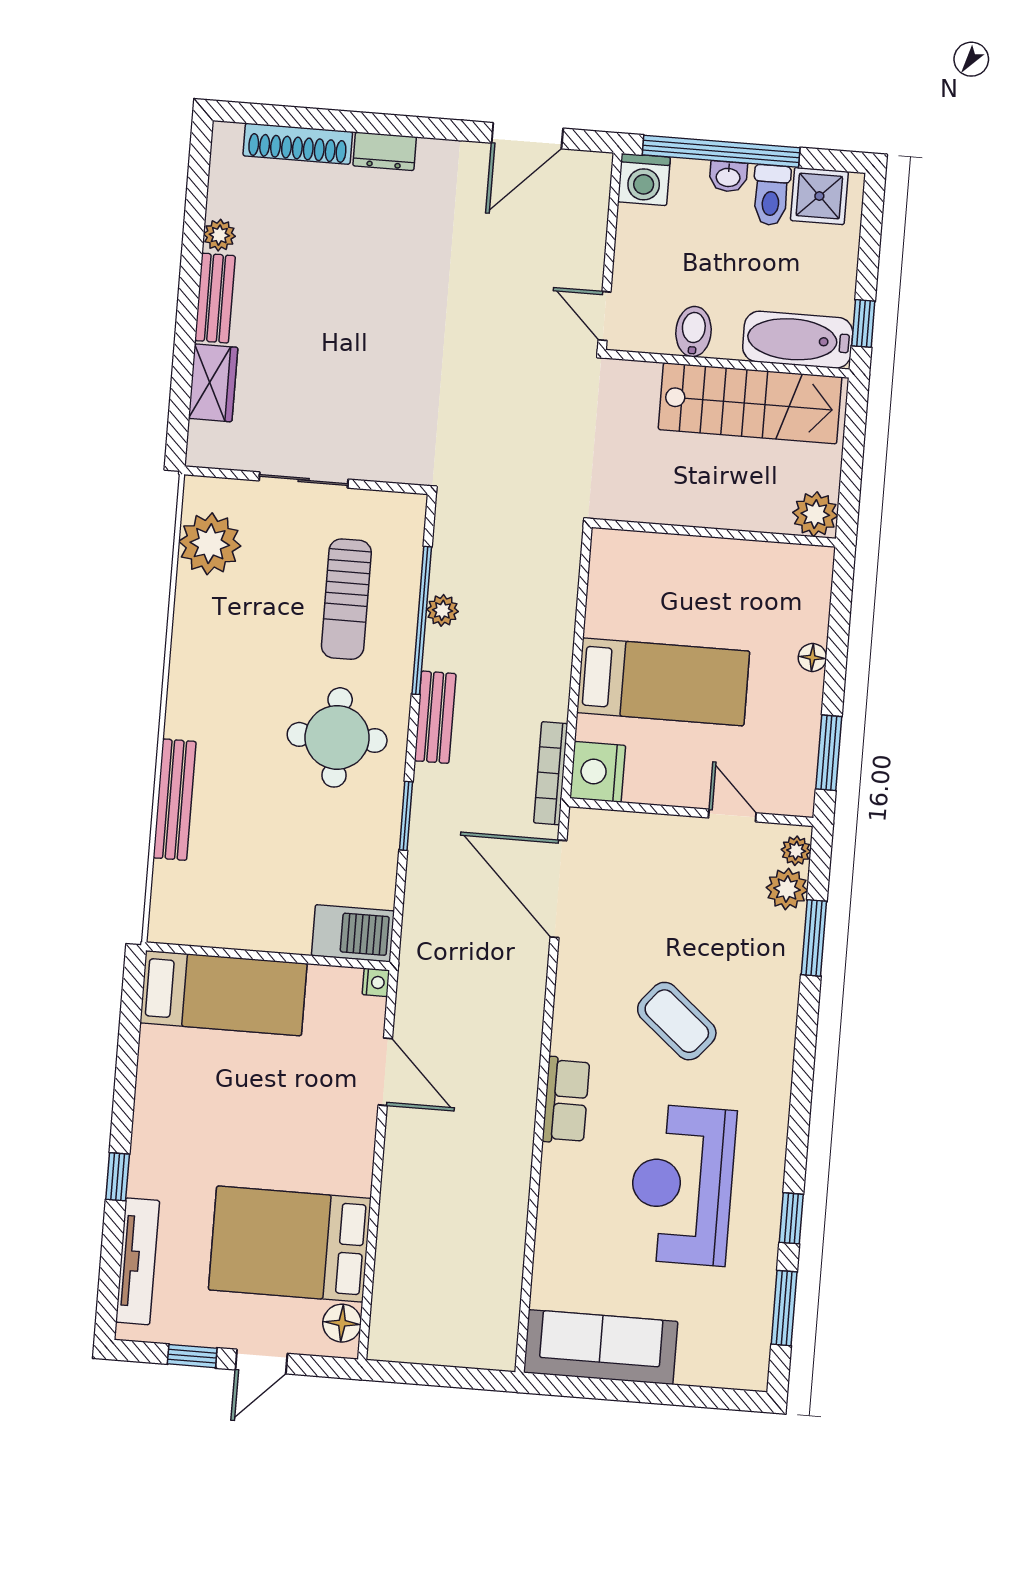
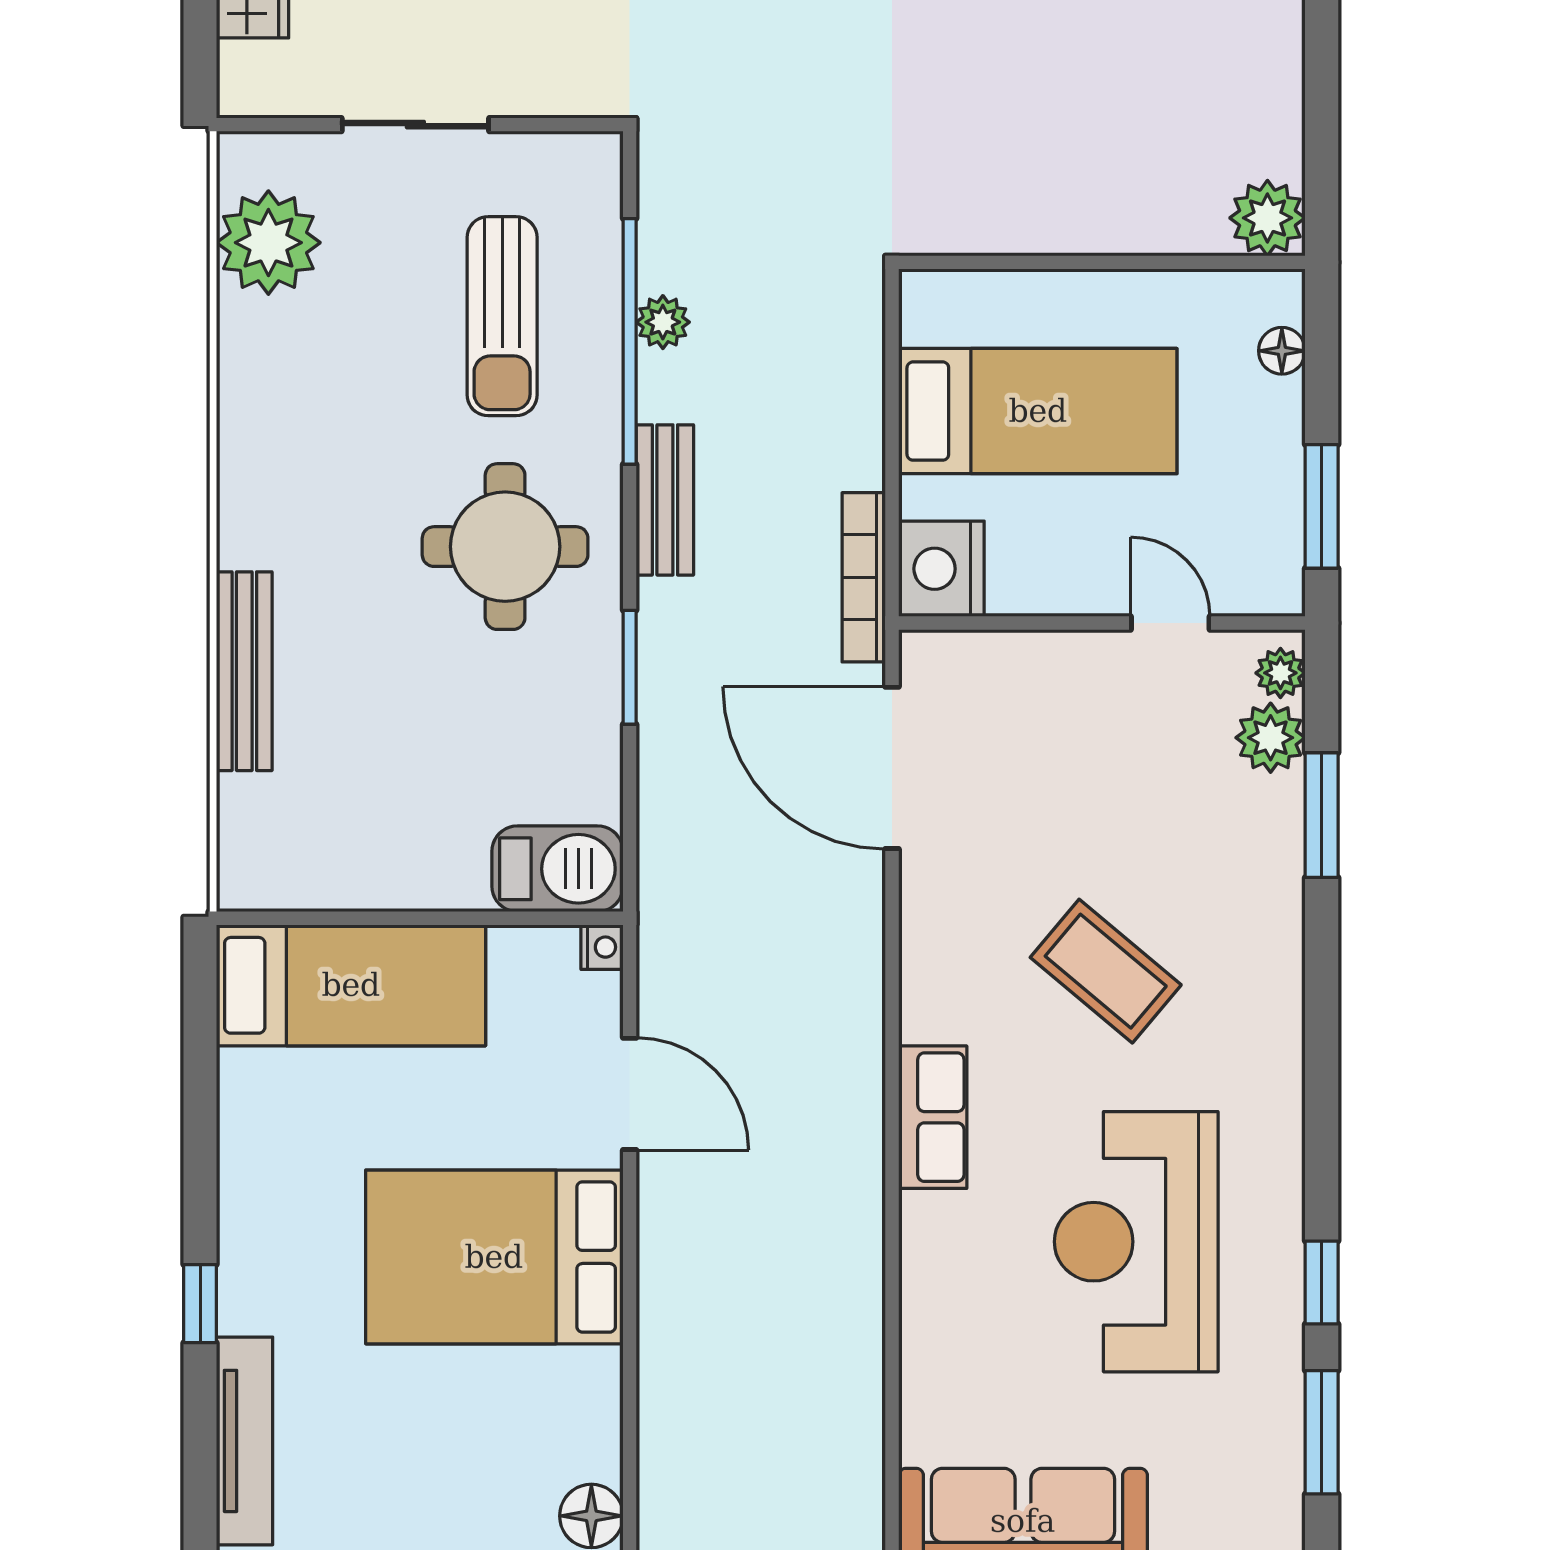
plant: (815, 514) -> (1267, 218), moved
wall: (714, 533) -> (1102, 262), moved
bed: (290, 1244) -> (494, 1257), moved

